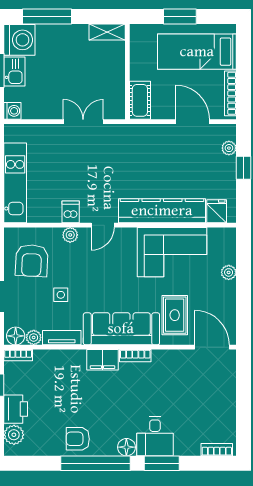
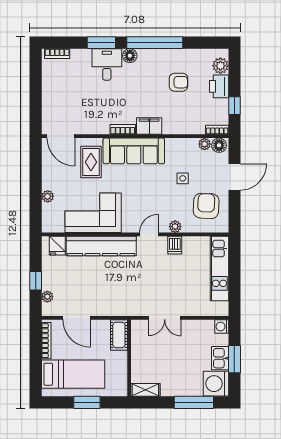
tv unit: (62, 338) -> (182, 144), removed
armchair: (78, 439) -> (179, 82), moved

